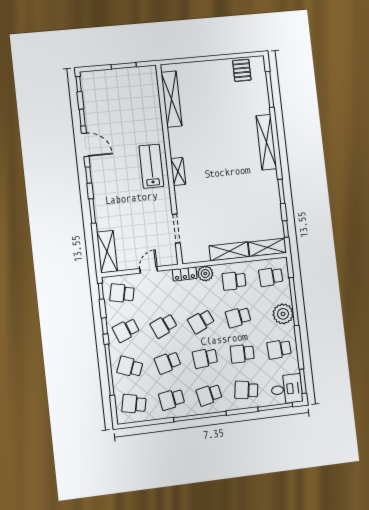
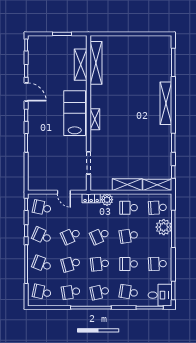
pallet: (242, 70) -> (153, 46), removed
lab bench: (151, 166) -> (75, 113), width x1.36, depth x1.39
shelving: (107, 252) -> (81, 65), moved
door: (149, 270) -> (64, 192), swing flipped
plant: (283, 314) -> (164, 227), moved
school desk: (126, 330) -> (42, 236), turned 45

